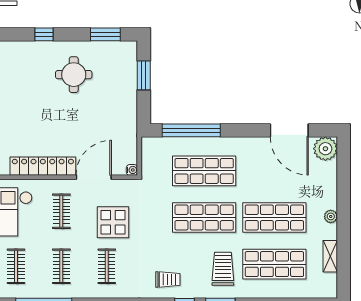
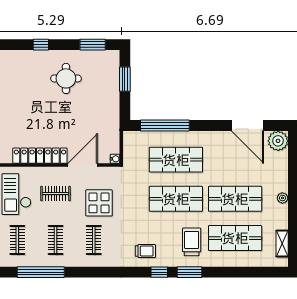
clothes rail: (61, 211) -> (56, 194), turned 90
shelving: (330, 256) -> (282, 244), moved

